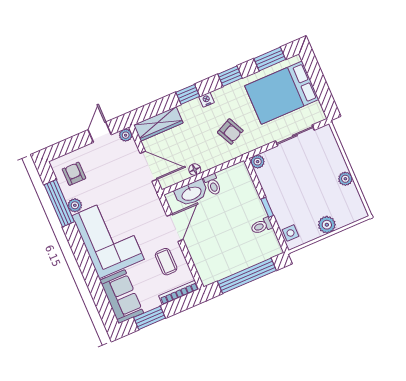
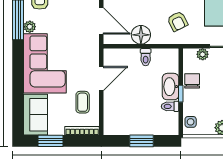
plant: (258, 162) -> (203, 54), moved
floor lamp: (195, 170) -> (141, 35), width x1.89, depth x1.89
chair: (273, 188) -> (192, 81), added
washbasin: (191, 193) -> (171, 87), moved, turned 90
window: (247, 276) -> (142, 141), width x0.47

